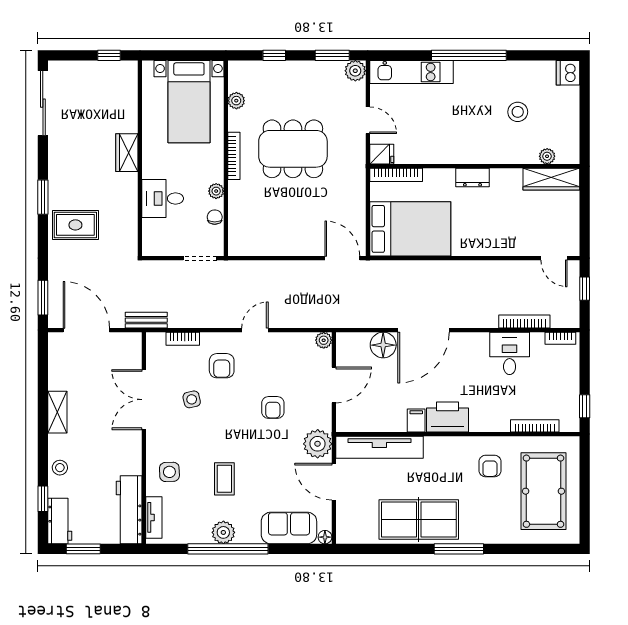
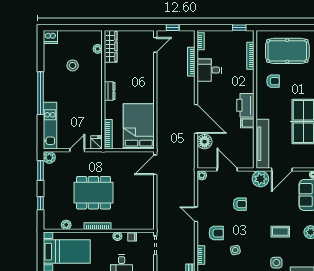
dining table: (293, 149) -> (93, 193), turned 90

